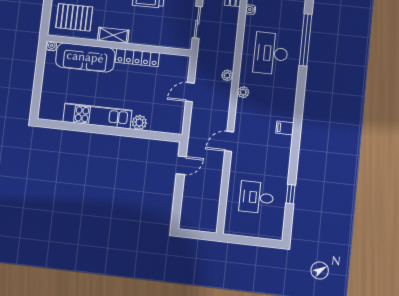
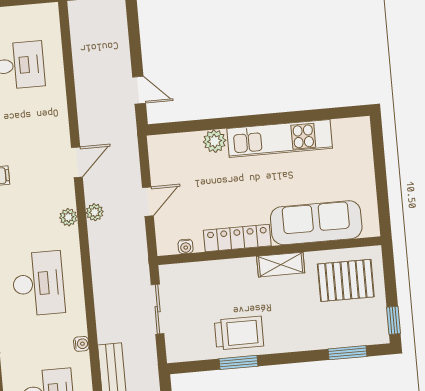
water cooler: (52, 46) -> (186, 246), moved
plant: (227, 75) -> (95, 212), moved
door: (229, 141) -> (77, 162), moved
door: (181, 165) -> (139, 90), swing flipped

